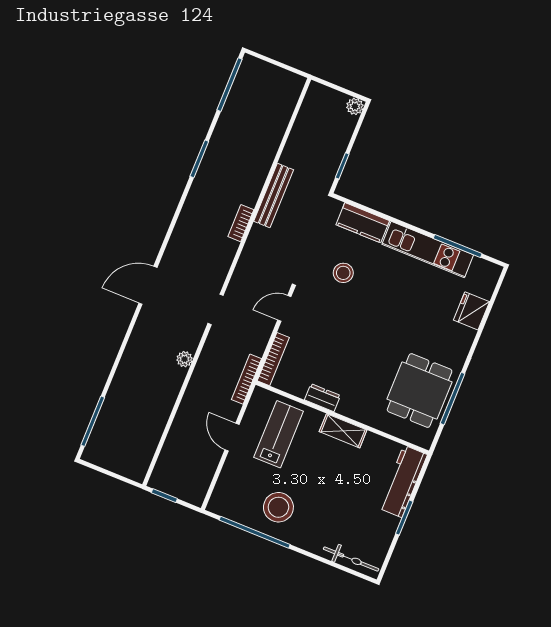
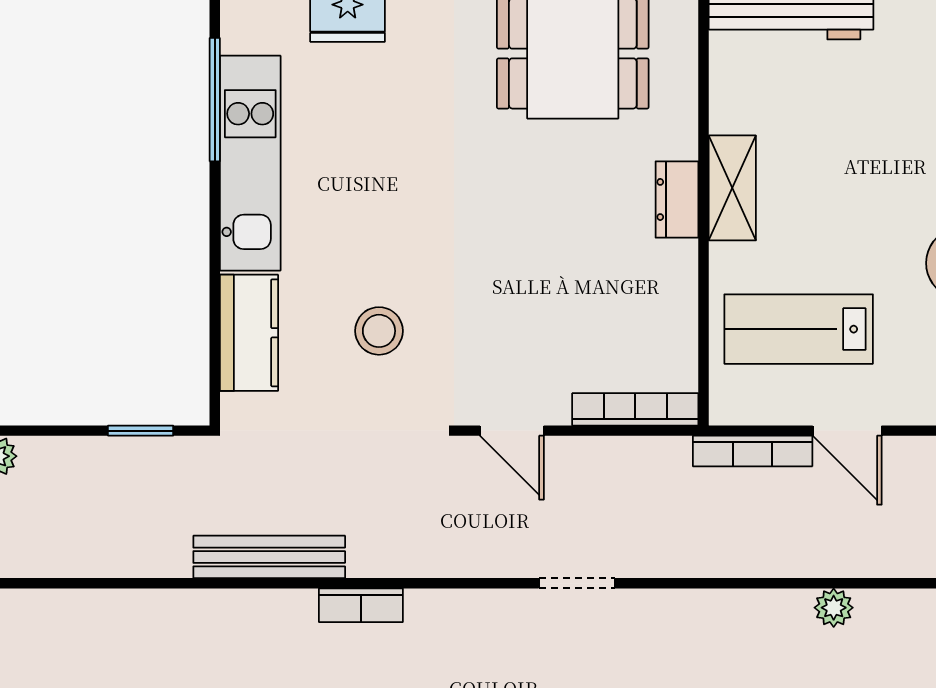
plant: (184, 359) -> (834, 608), moved
bookcase: (246, 379) -> (753, 451), moved
dresser: (322, 398) -> (677, 199), moved
door: (232, 437) -> (847, 431), hinge flipped

